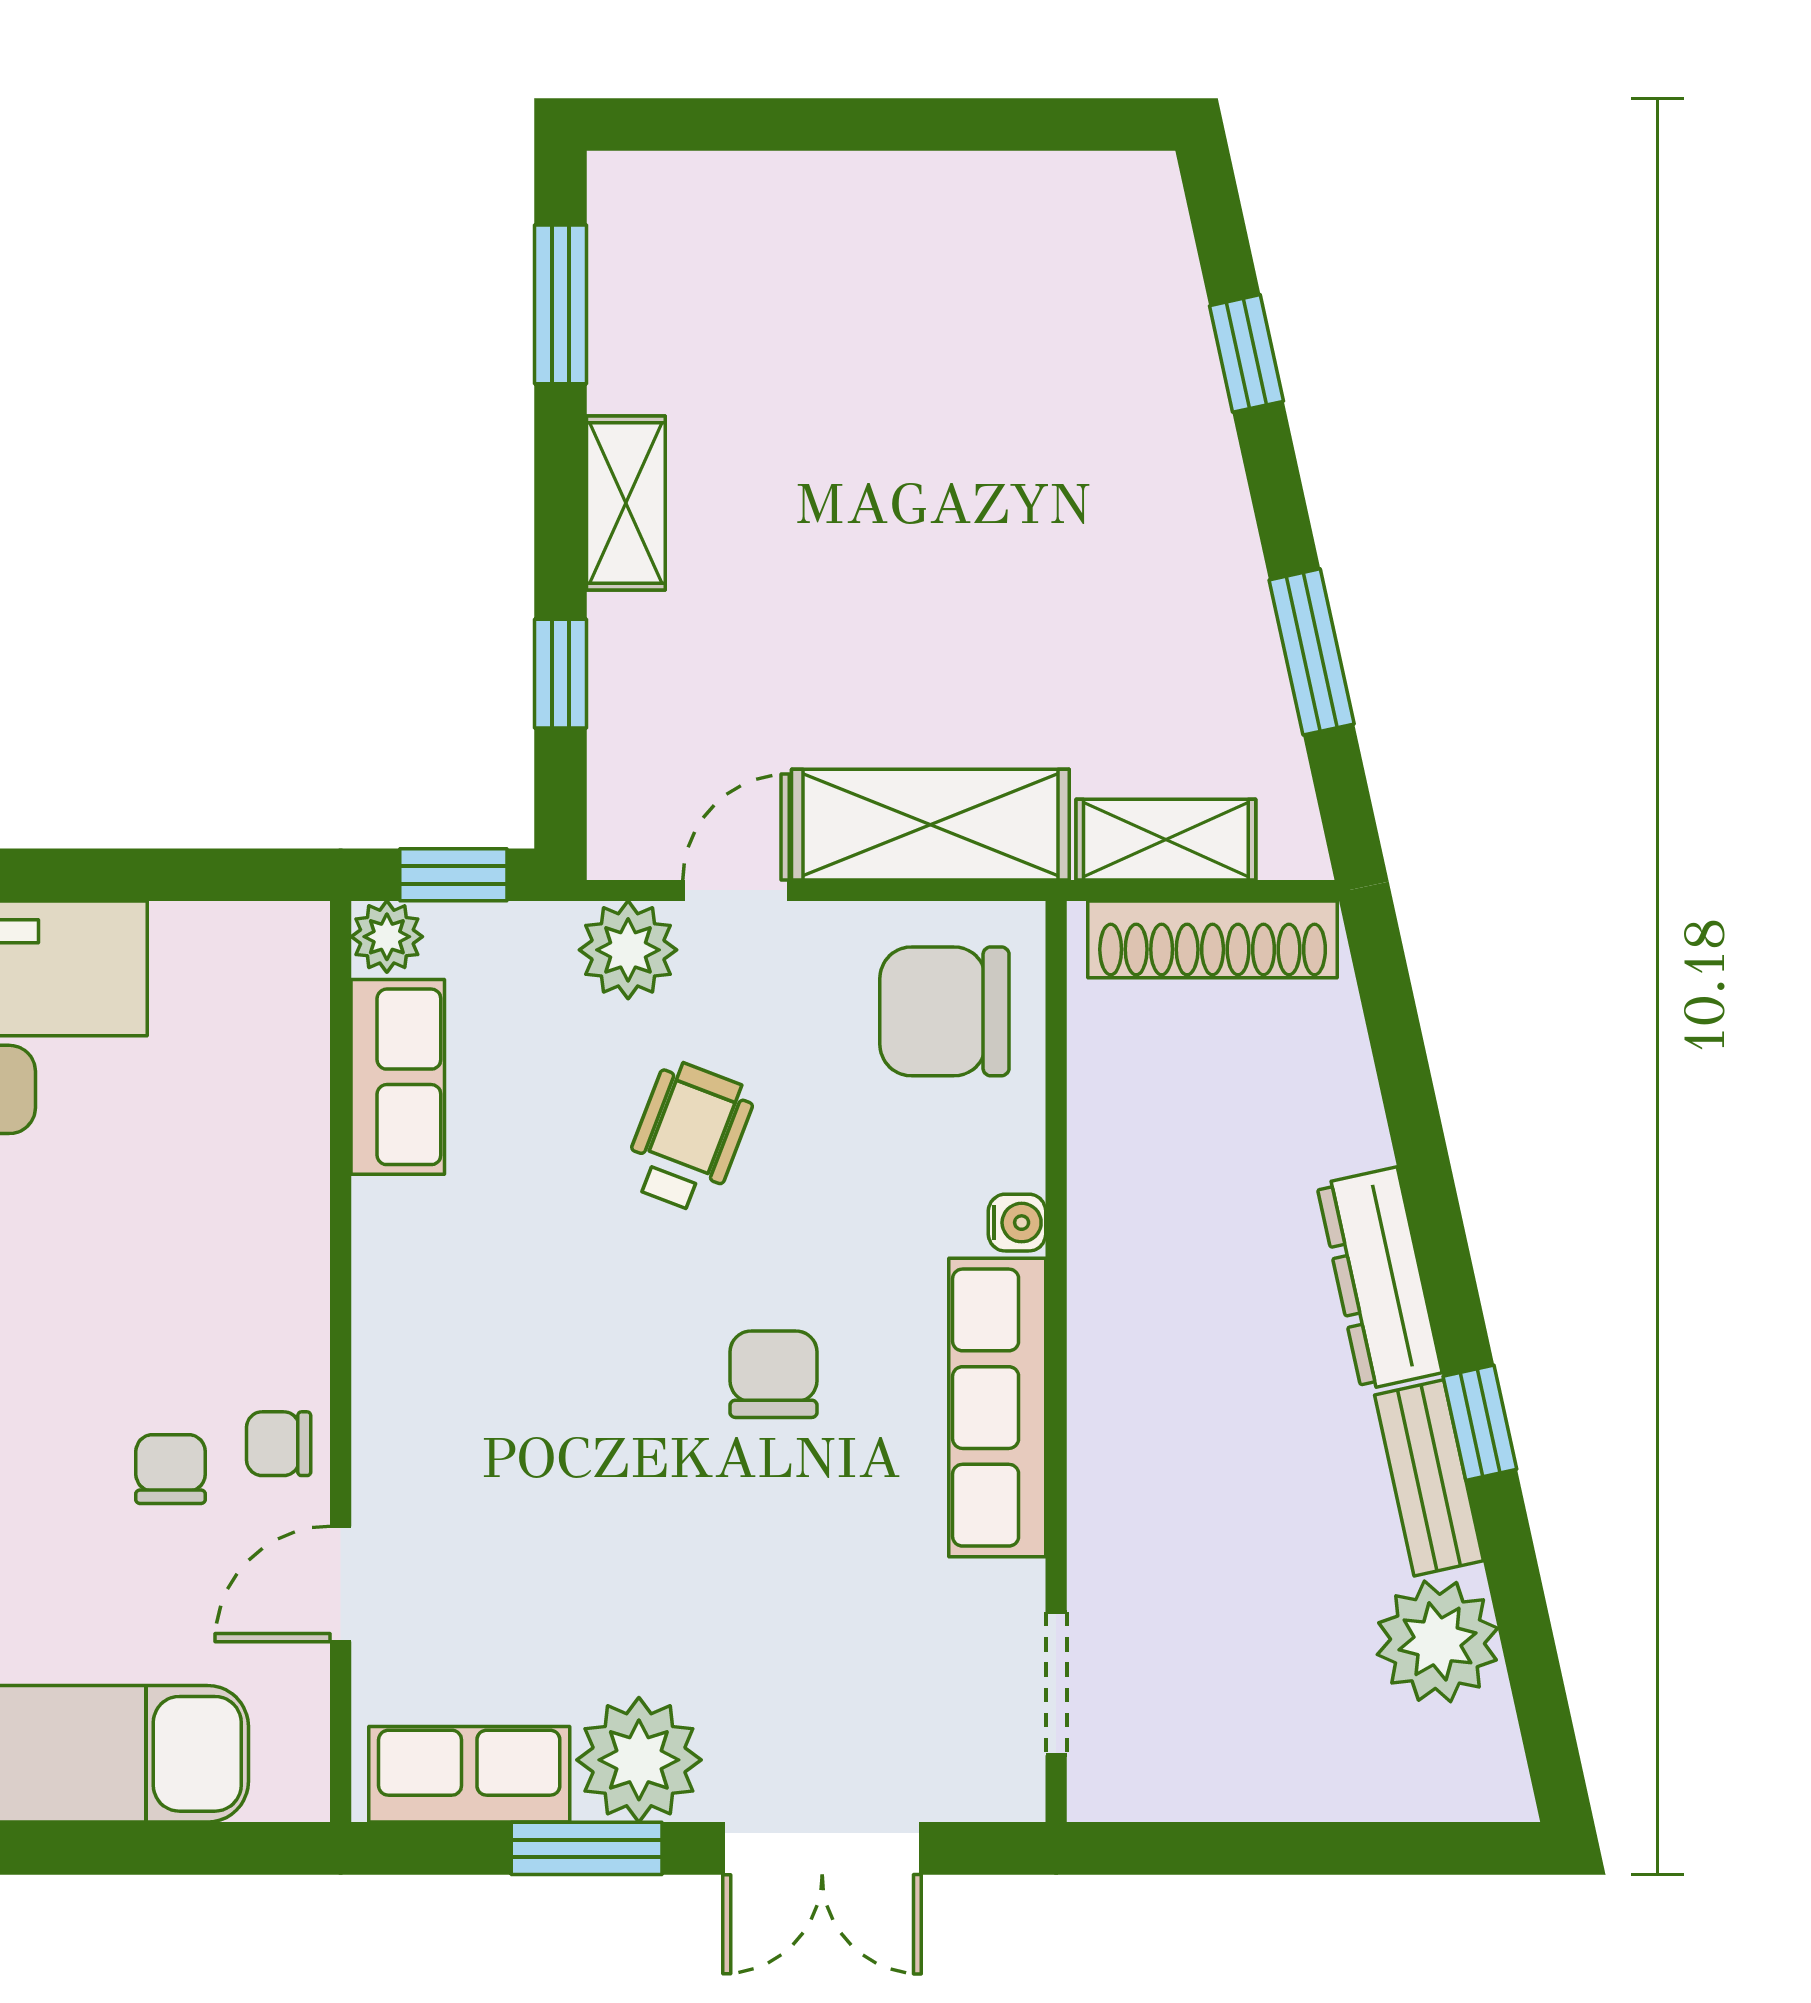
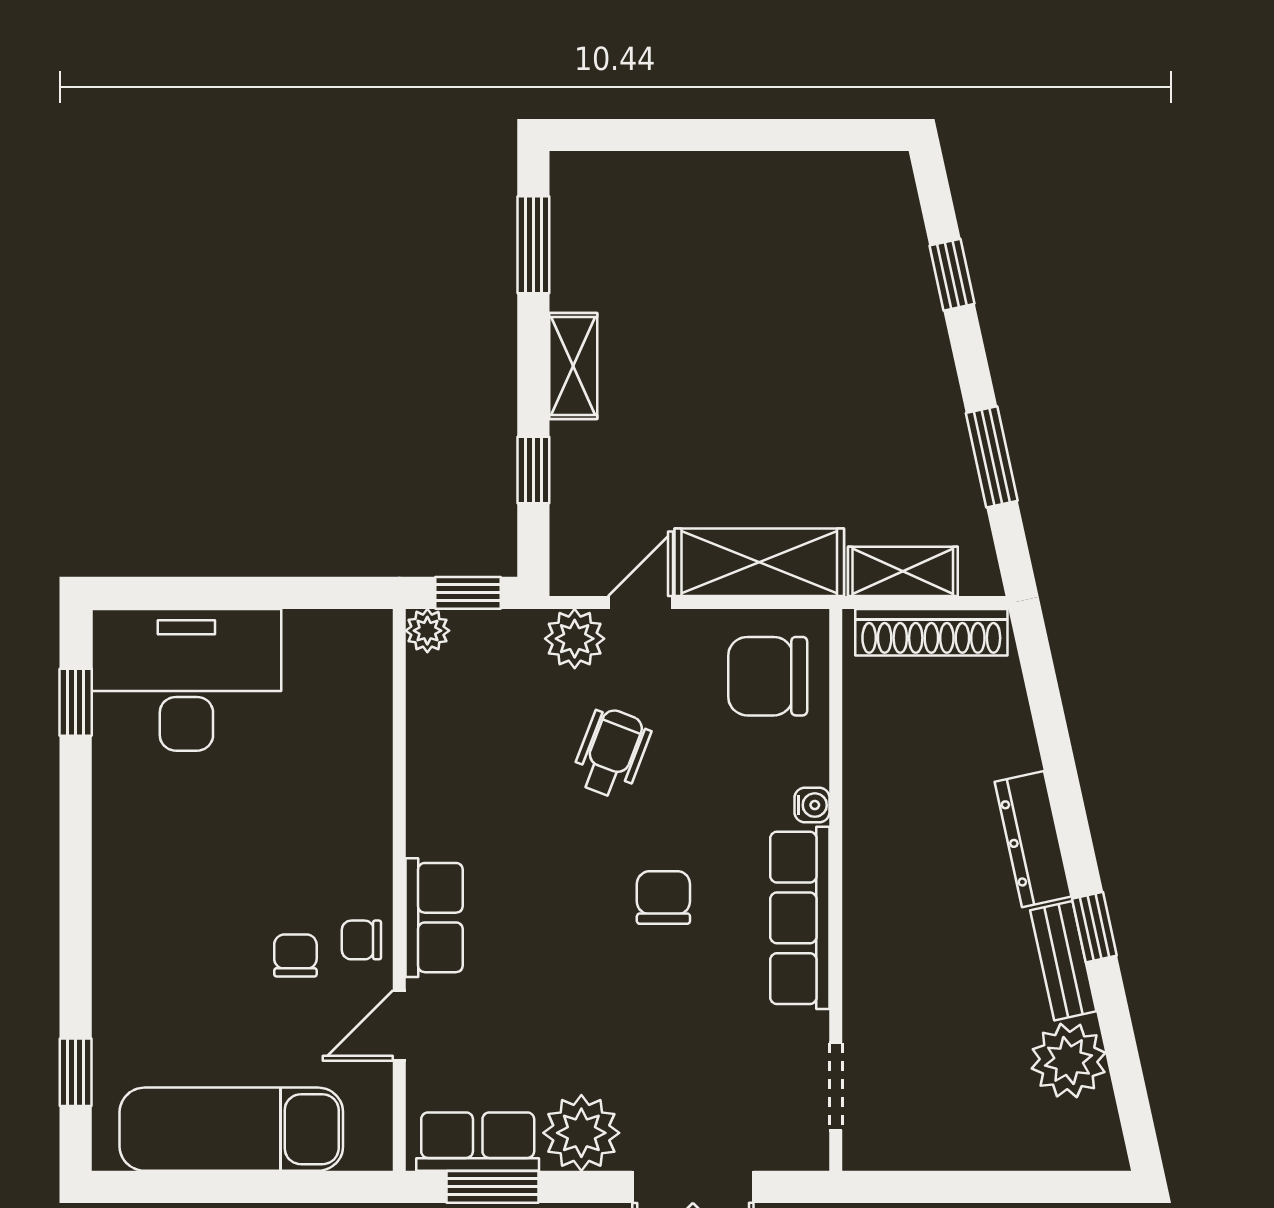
row of seats: (398, 1077) -> (434, 918), moved
window: (587, 1848) -> (493, 1187), moved

